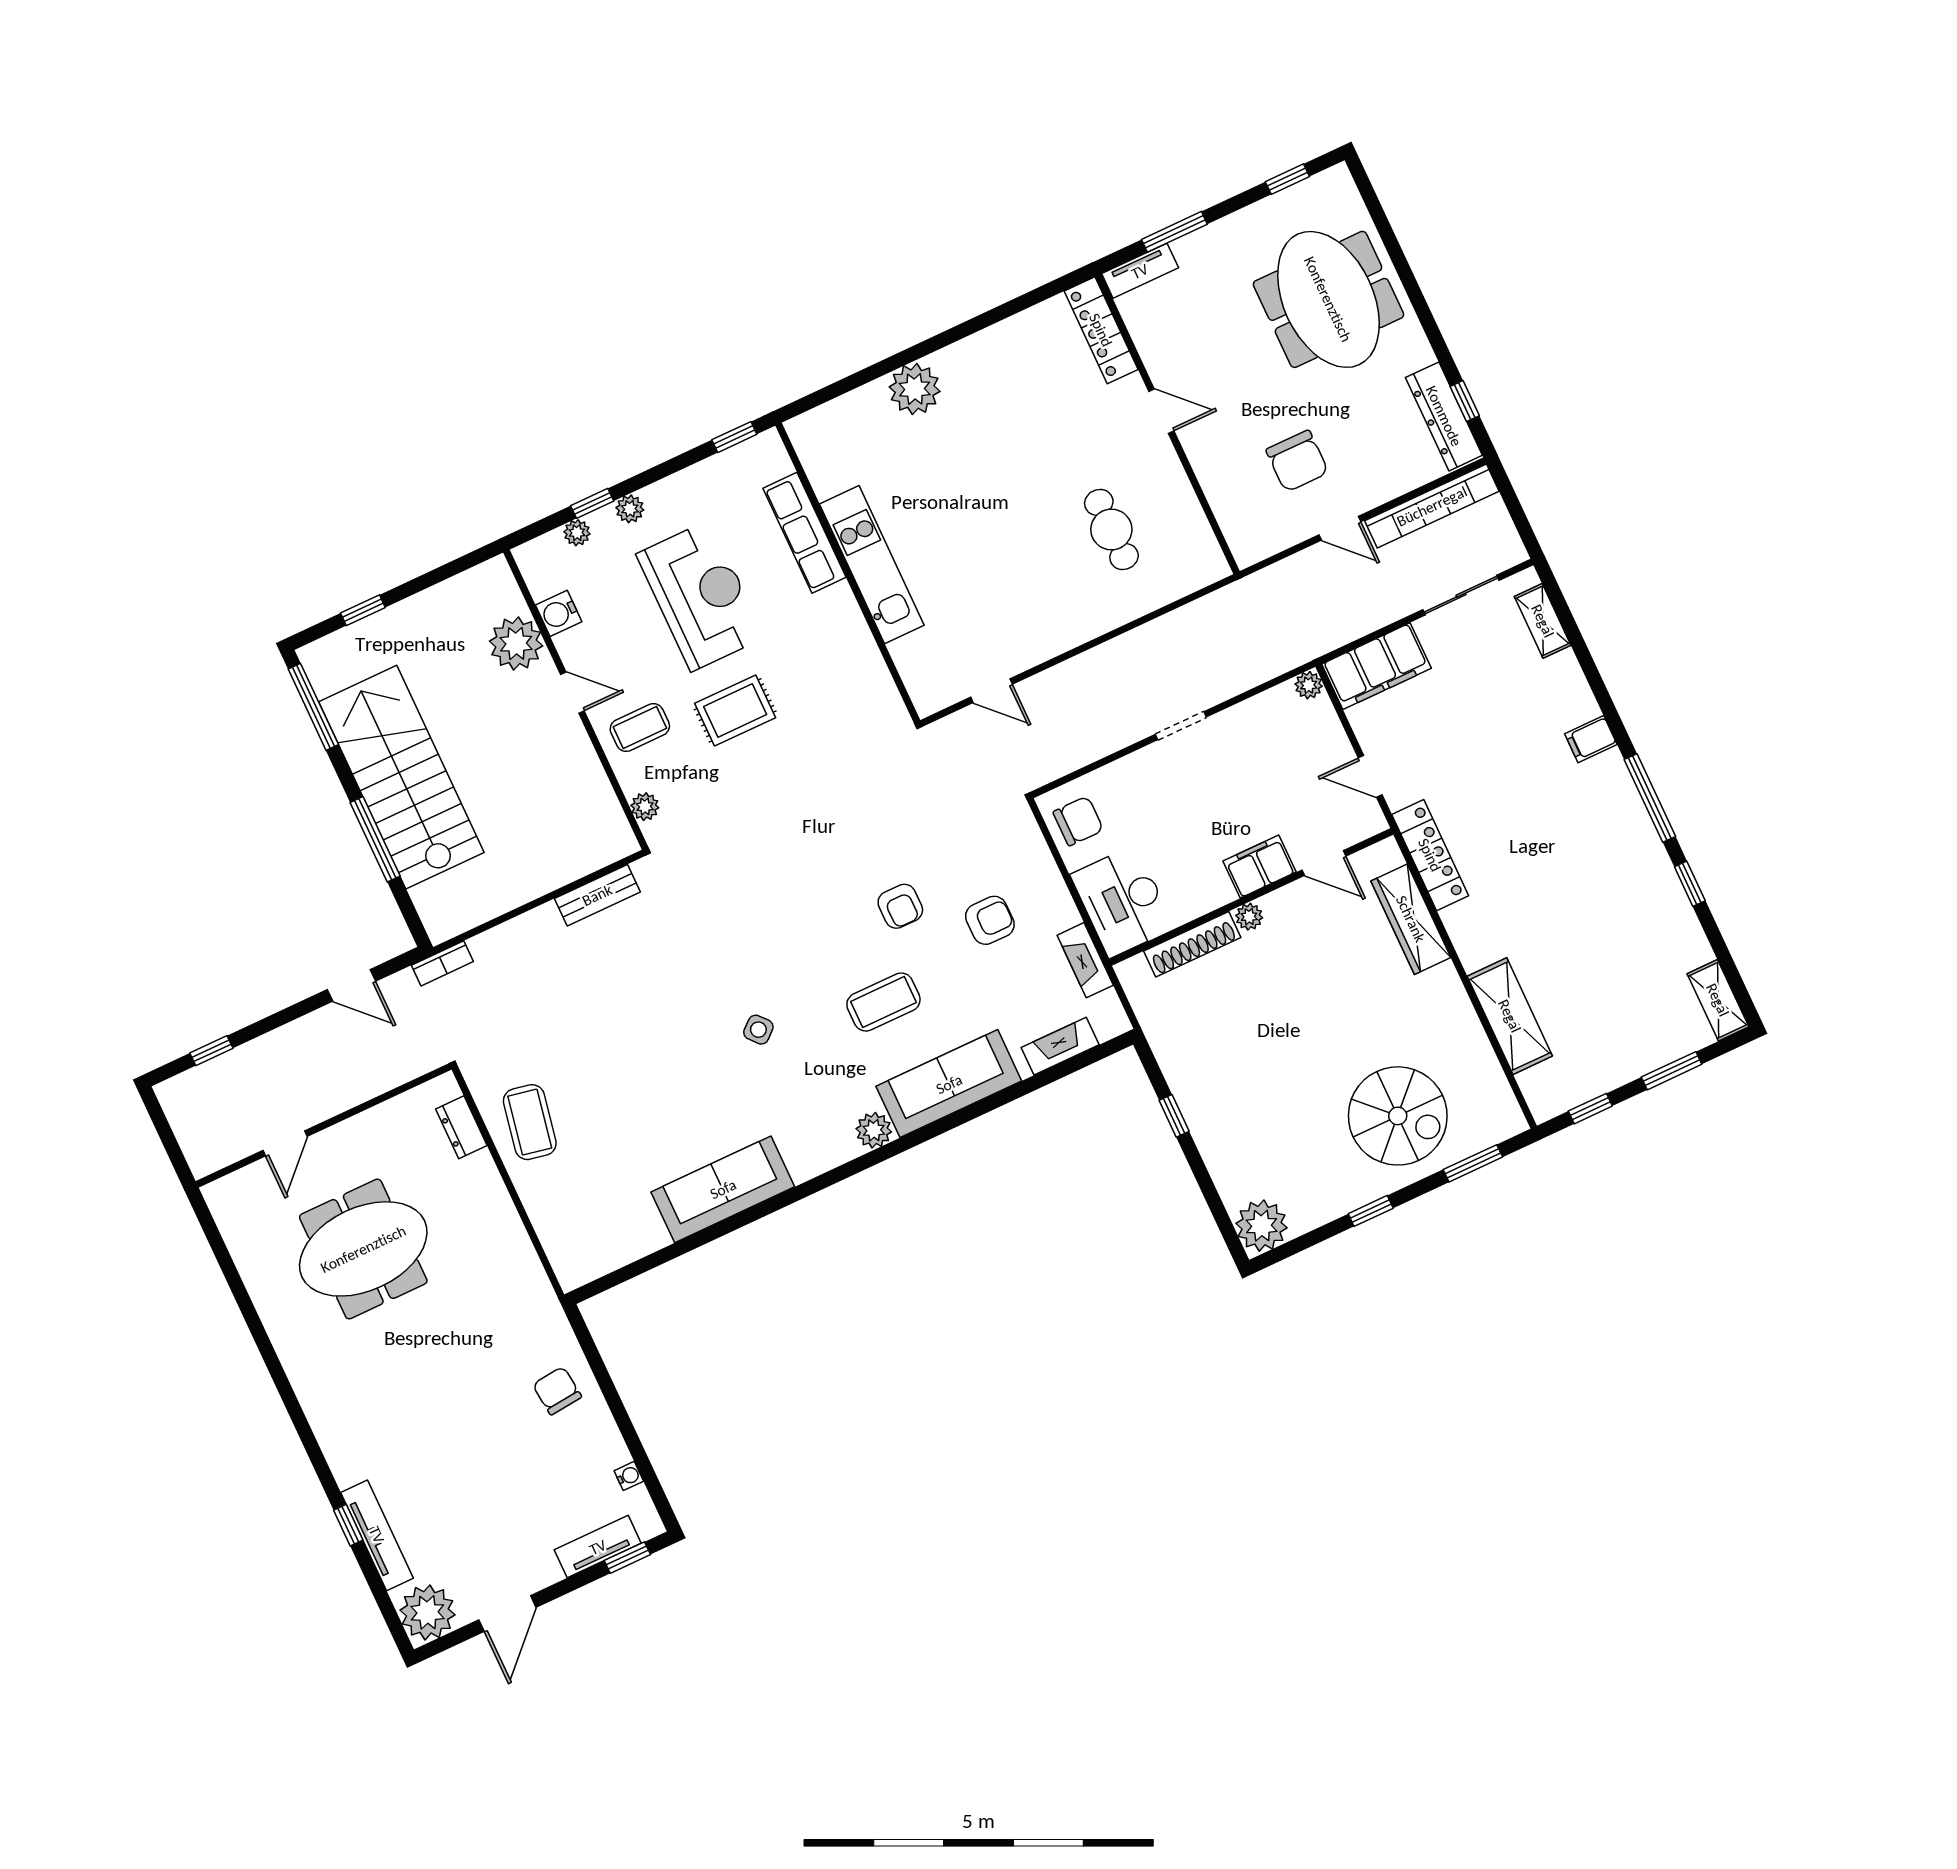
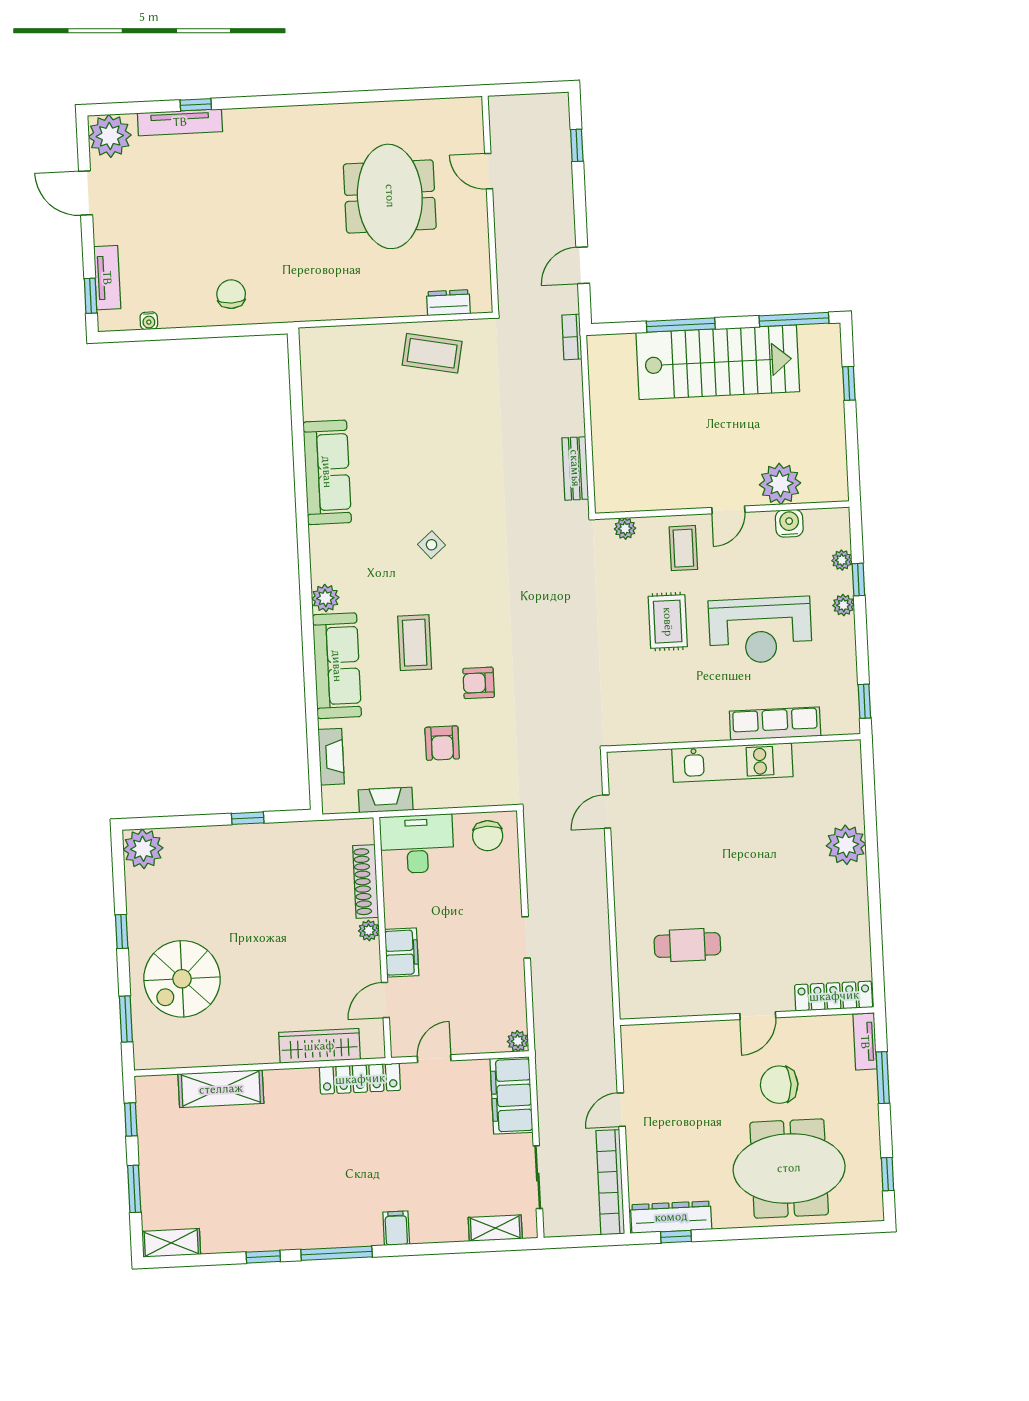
chair: (1297, 461) -> (779, 1085), moved
chair: (557, 1391) -> (231, 294), turned -84

